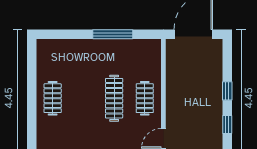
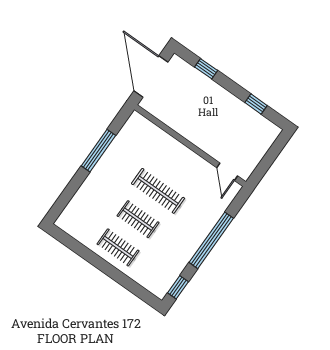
window: (227, 91) -> (206, 69), moved
clothes rail: (145, 98) -> (138, 219), moved

